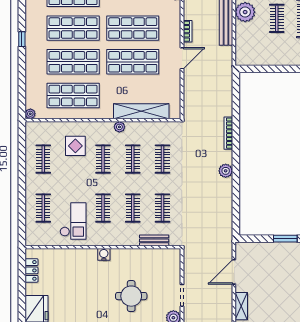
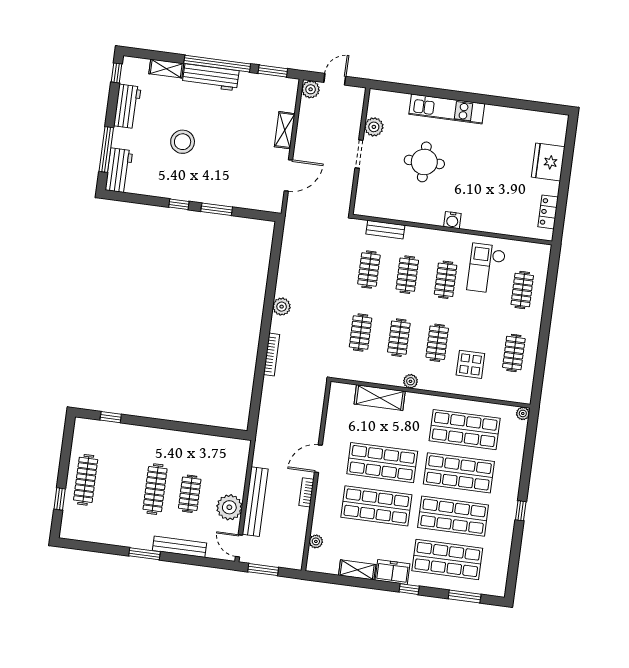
shelving: (141, 111) -> (380, 398), width x0.68

